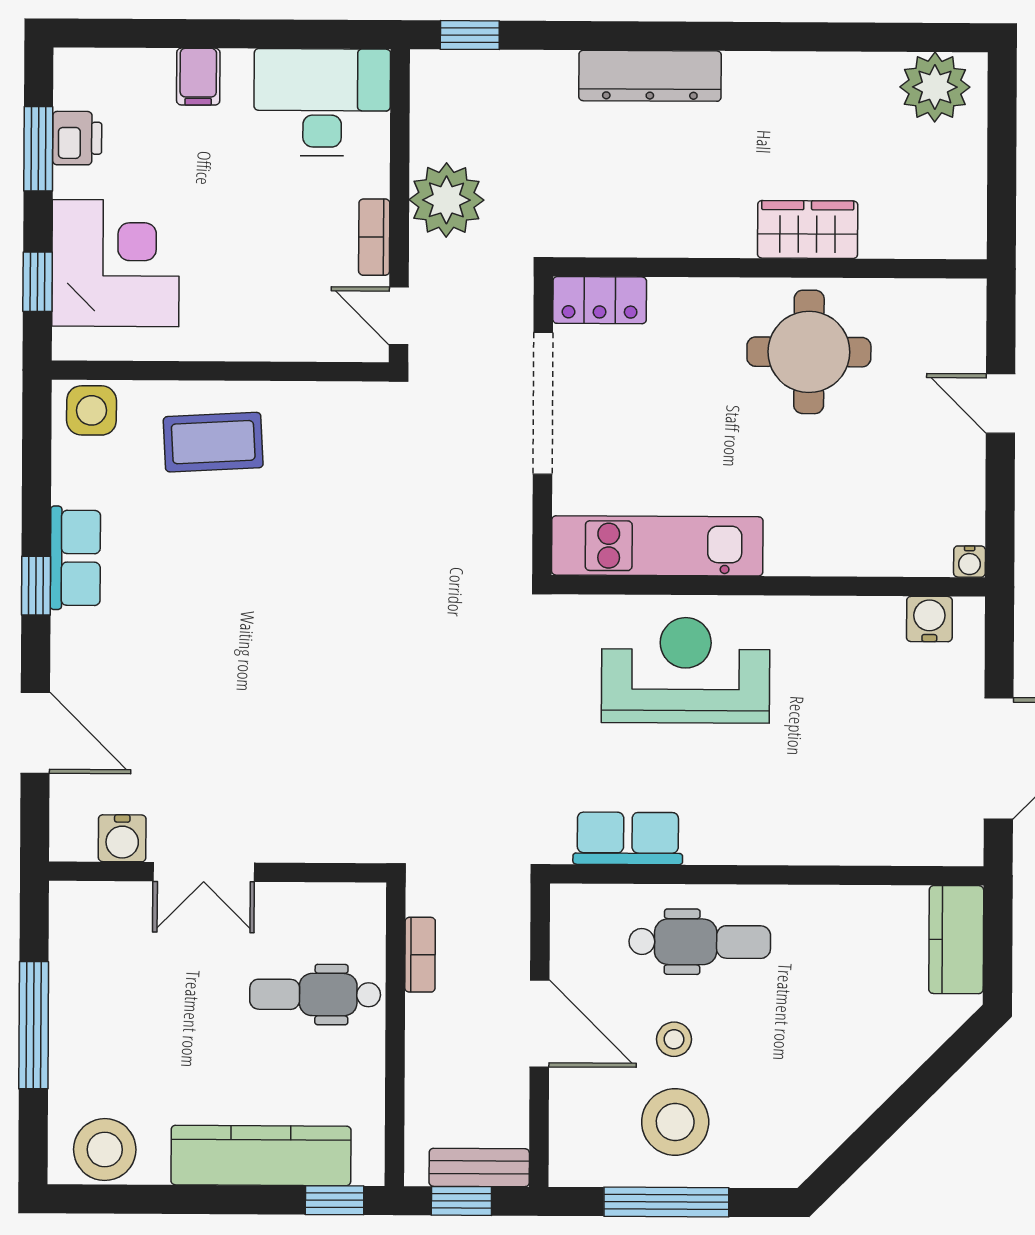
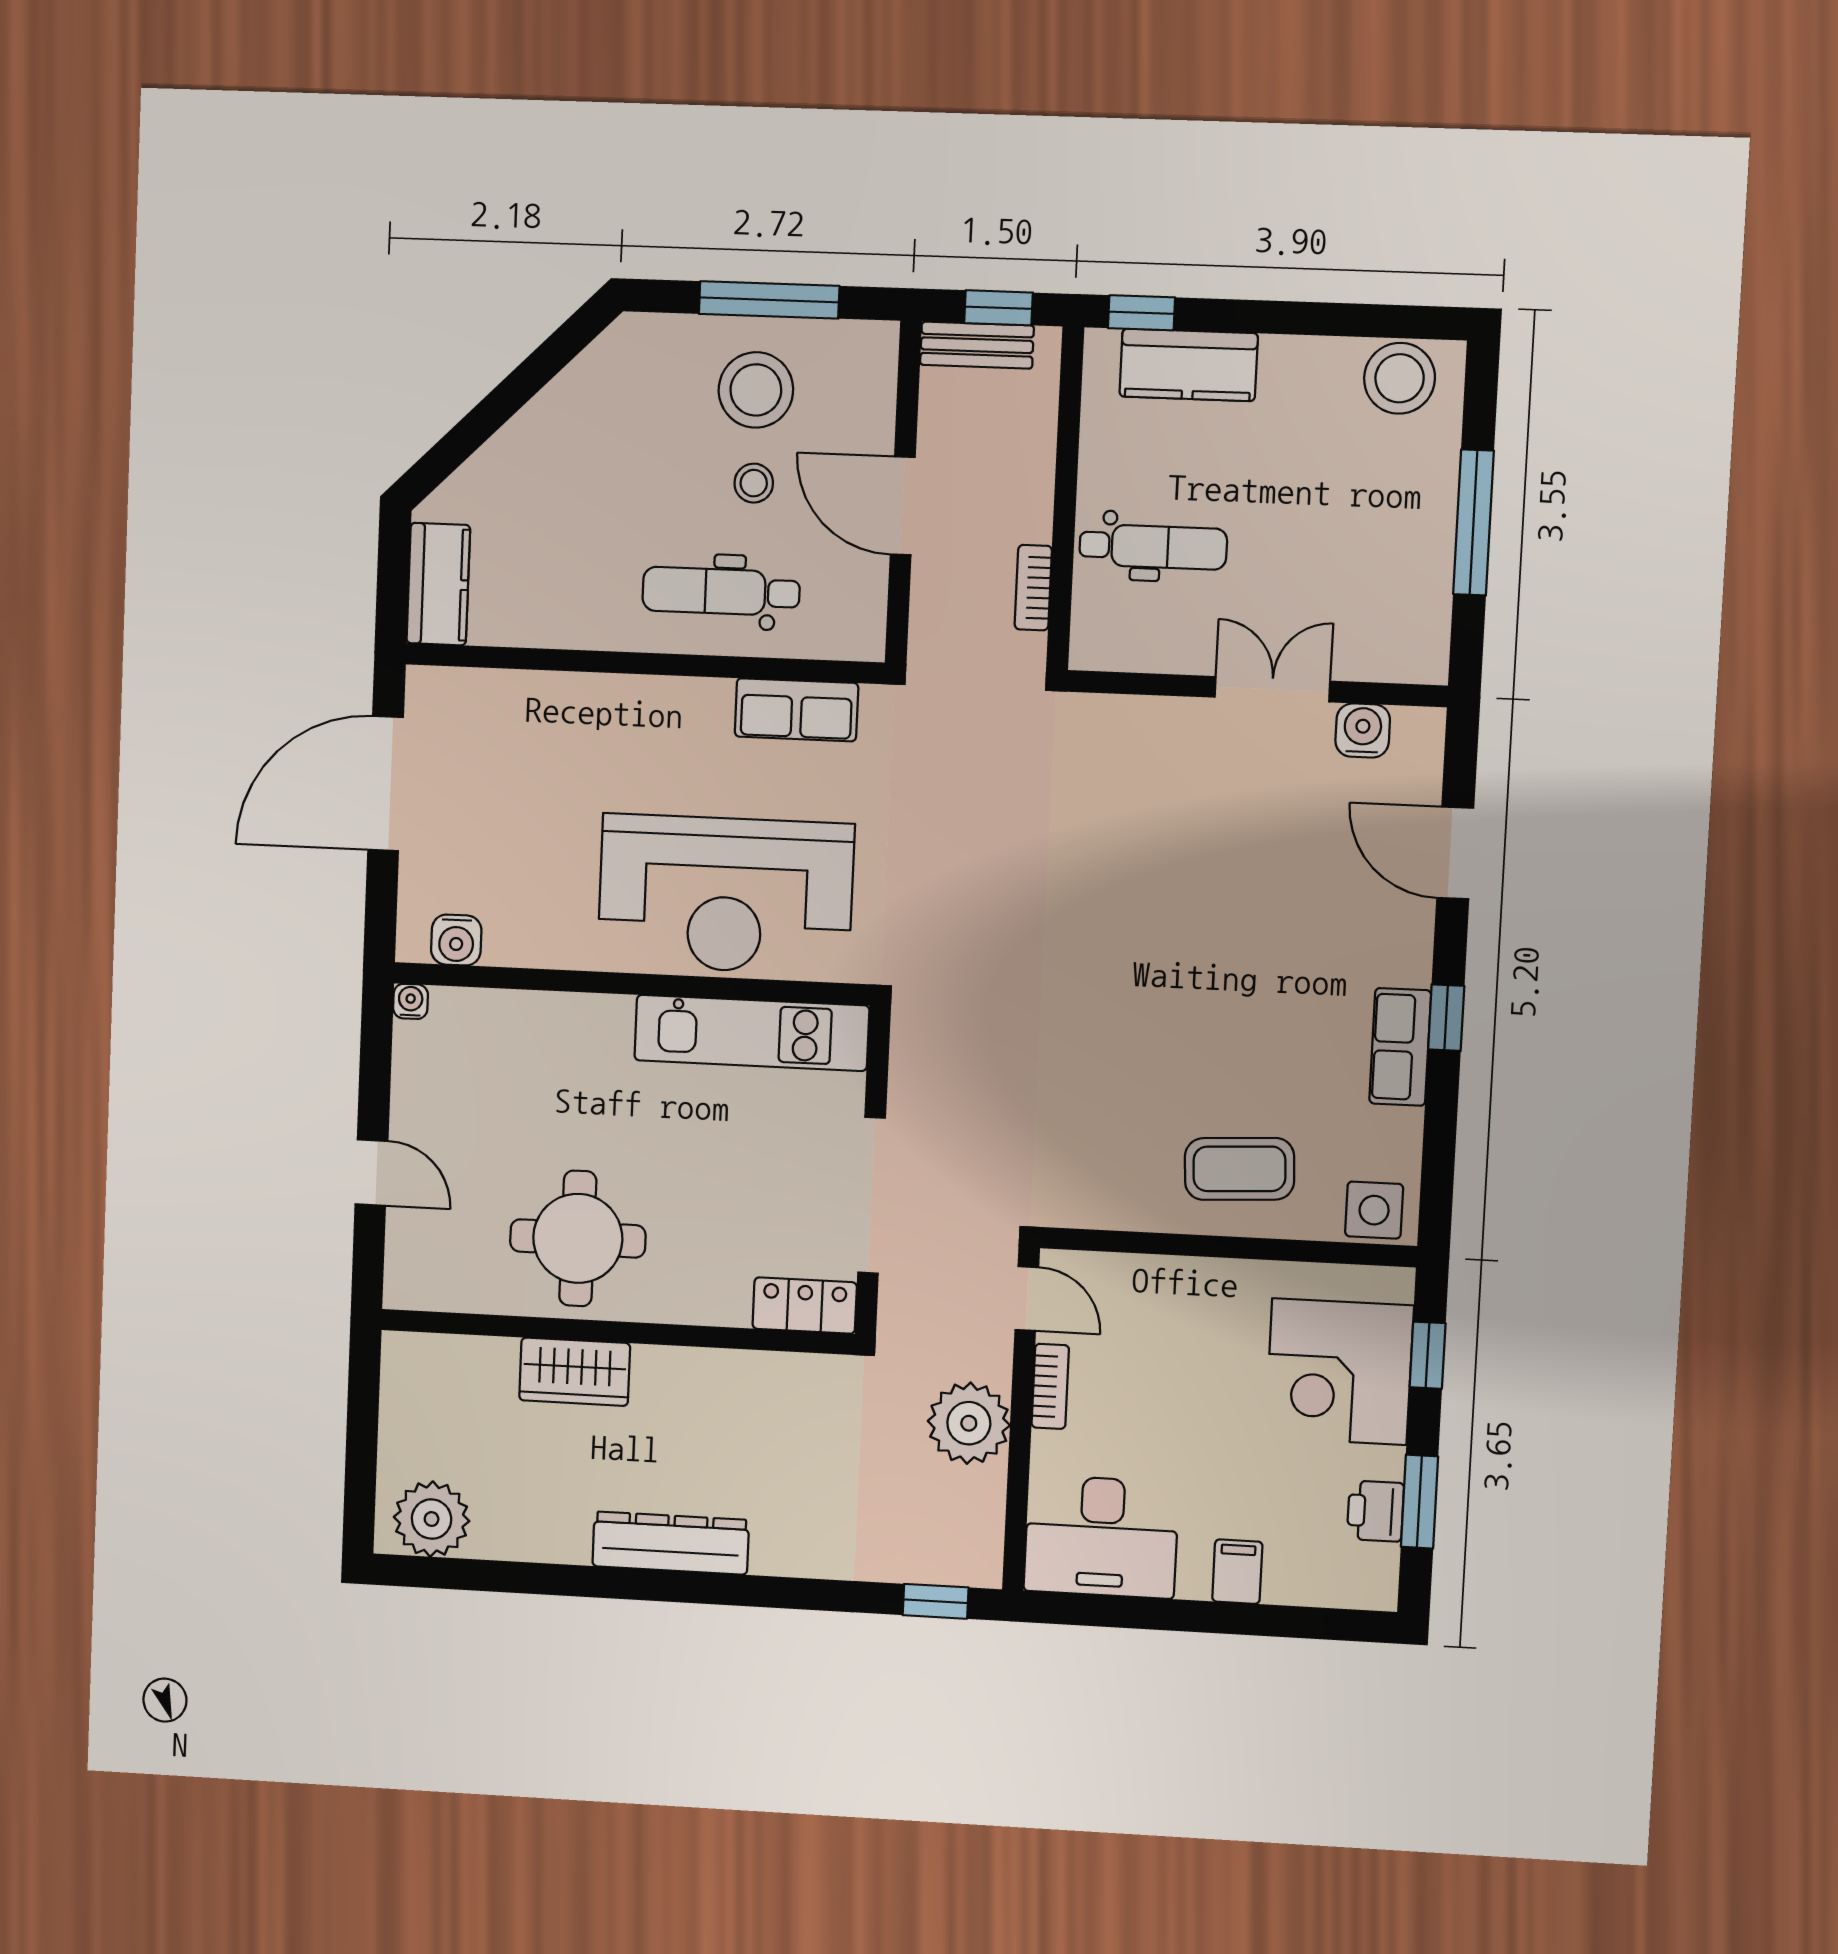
dresser: (650, 76) -> (671, 1543), moved
reception desk: (686, 670) -> (726, 894), width x1.36, depth x1.30
kitchen counter: (261, 1155) -> (1189, 365), width x0.67

